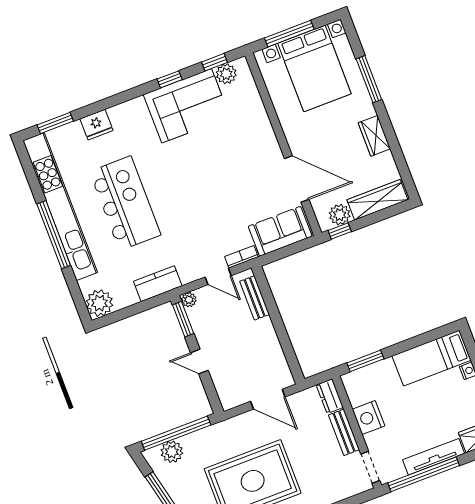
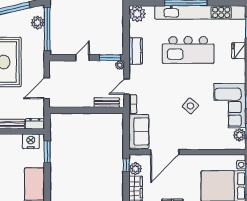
side table: (210, 167) -> (190, 106), added
nightstand: (369, 418) -> (31, 141), moved

